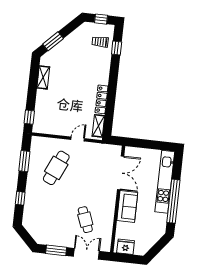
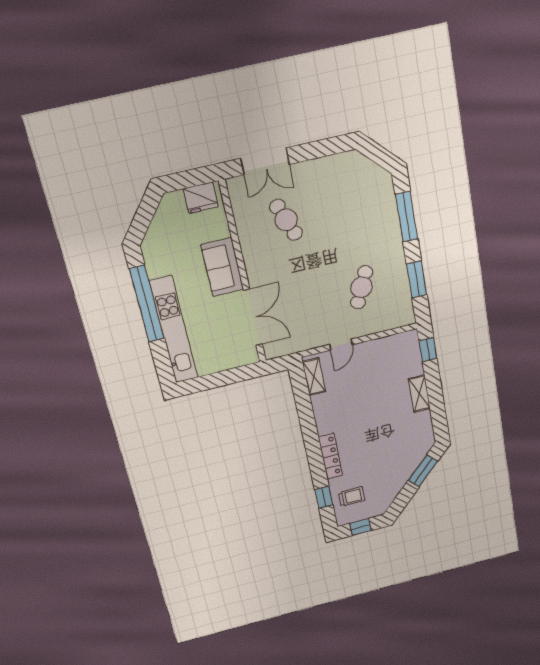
shelving: (43, 77) -> (419, 394), moved
locker: (102, 99) -> (330, 456), moved
cafe table: (56, 168) -> (362, 287), width x0.73, depth x0.74
double door: (121, 173) -> (253, 317), swing flipped
window: (20, 198) -> (407, 217), width x2.17
window: (56, 250) -> (320, 149), removed

